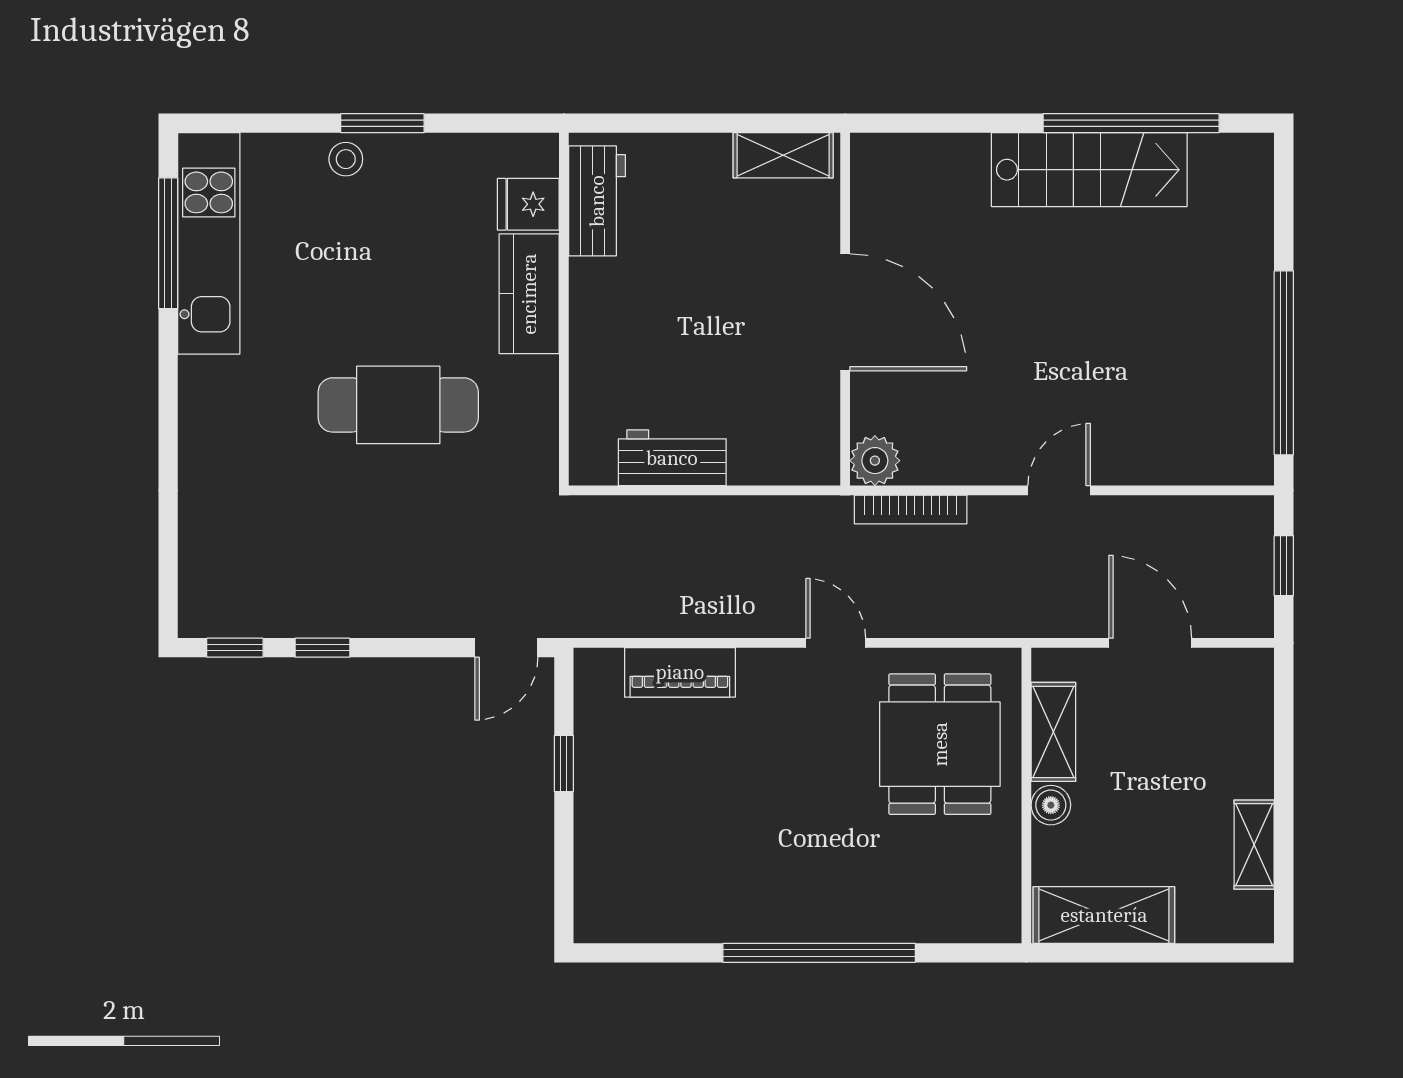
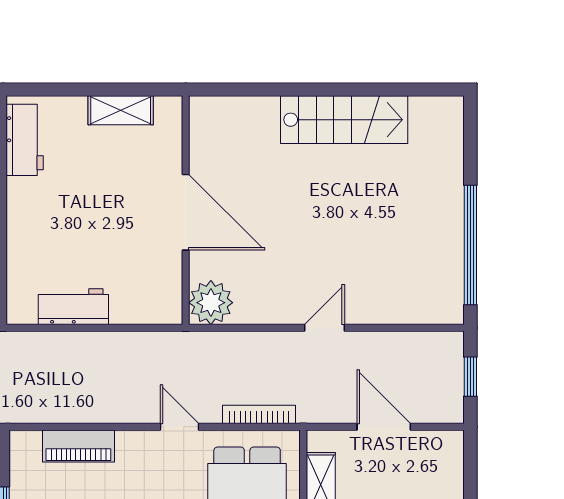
window: (1131, 123) -> (371, 90), removed
shelving: (783, 155) -> (121, 110), moved
plant: (875, 461) -> (211, 303), width x1.36, depth x1.36
bookcase: (911, 509) -> (259, 414), moved, turned 180

